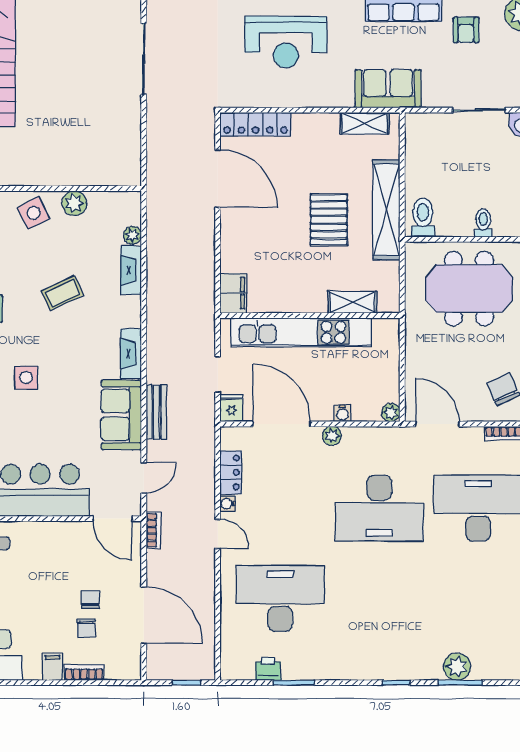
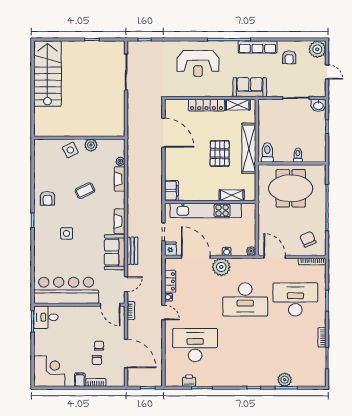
locker: (256, 124) -> (207, 105), moved
plant: (332, 436) -> (221, 267), width x1.88, depth x1.88

